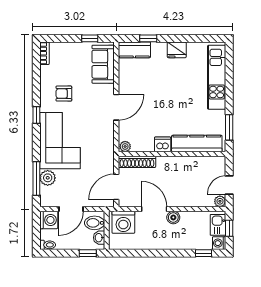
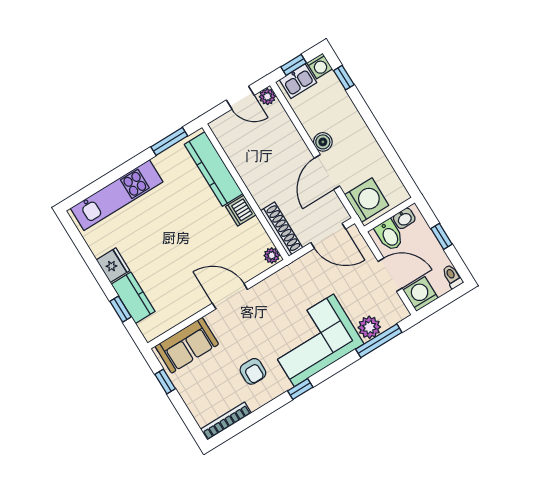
kitchen counter: (134, 50) -> (133, 298), moved
bookcase: (44, 53) -> (226, 421), width x1.56
window: (88, 253) -> (442, 236), moved

